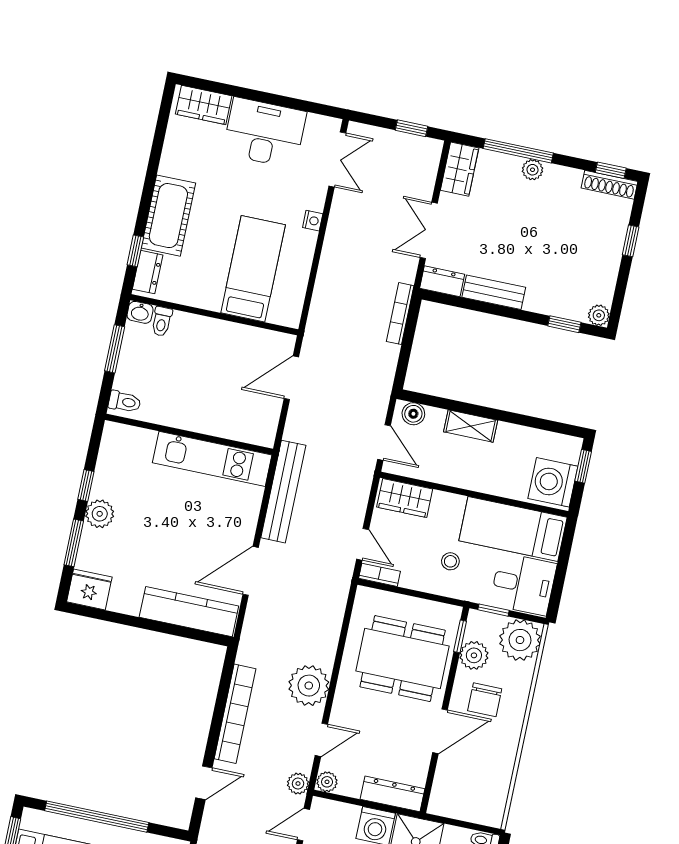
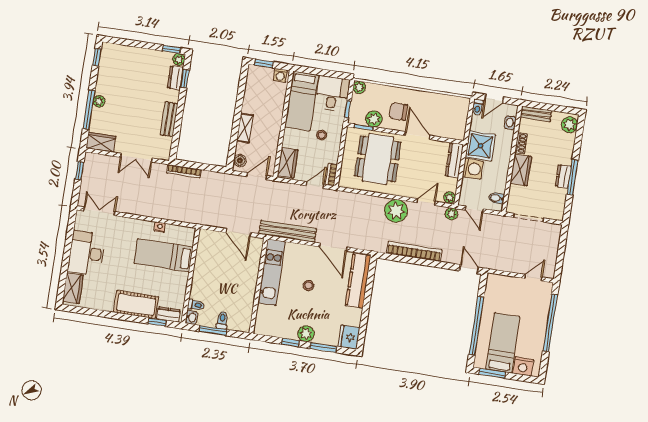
shoe rack: (609, 185) -> (105, 58), removed
nightstand: (313, 221) -> (160, 227), moved
window: (631, 241) -> (172, 49), moved
dresser: (442, 281) -> (175, 78), moved
door: (291, 378) -> (238, 233), moved
toilet: (125, 402) -> (222, 320), moved
washing machine: (553, 482) -> (280, 75), width x0.53, depth x0.53
stool: (185, 523) -> (308, 286), added
plant: (520, 640) -> (359, 87), width x0.53, depth x0.53
chair: (485, 700) -> (398, 111), turned 180
door: (321, 740) -> (426, 202), hinge flipped
door: (204, 783) -> (469, 269), moved

